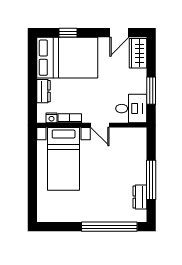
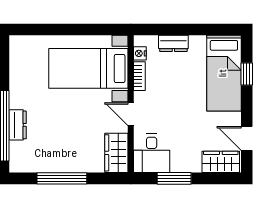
bed: (67, 58) -> (224, 73), width x0.67
door: (100, 125) -> (131, 114), hinge flipped
wardrobe: (131, 137) -> (116, 153), added
dresser: (140, 197) -> (18, 125), moved, turned 90

